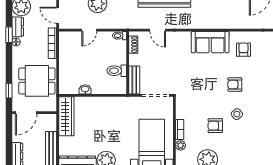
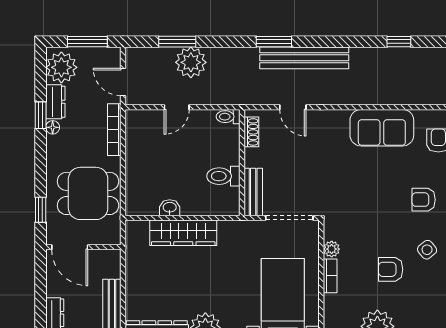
door: (26, 113) -> (70, 247), hinge flipped
wardrobe: (66, 116) -> (183, 233), moved, turned 90
plant: (181, 145) -> (332, 249), moved

